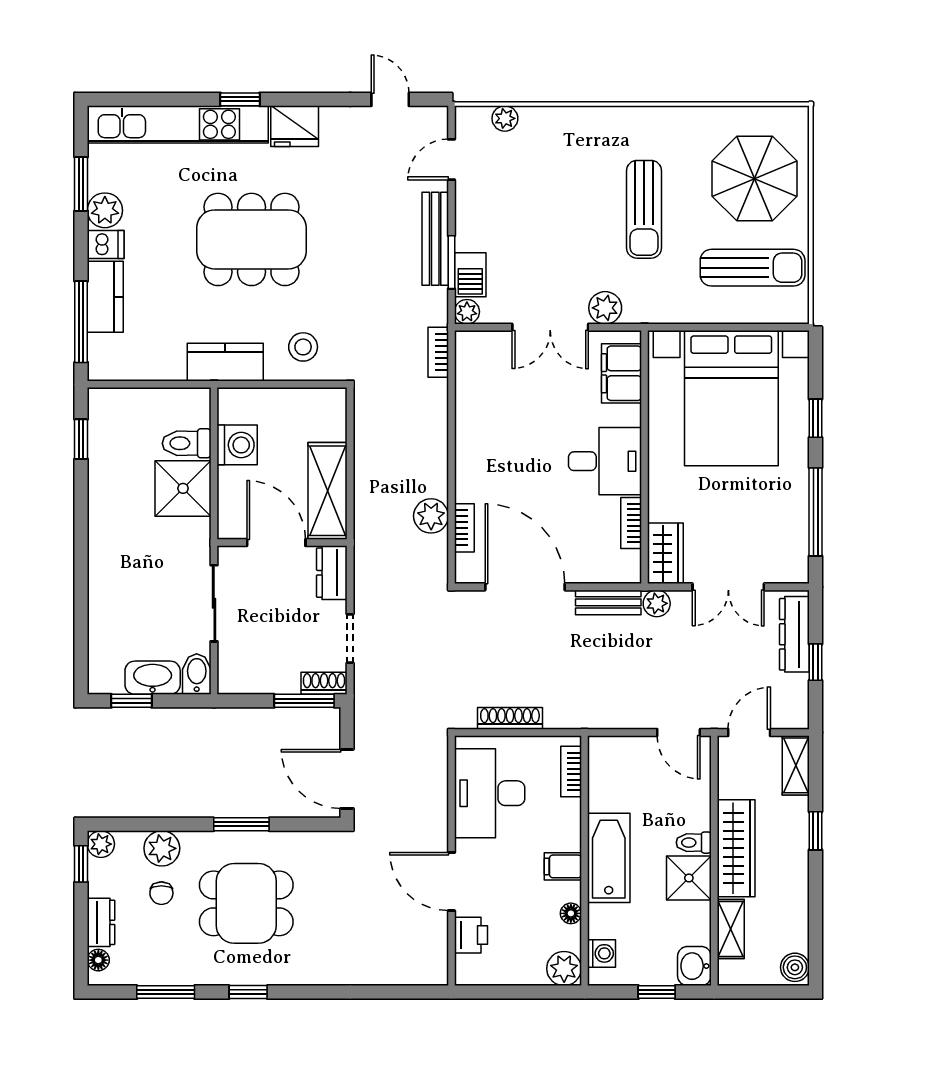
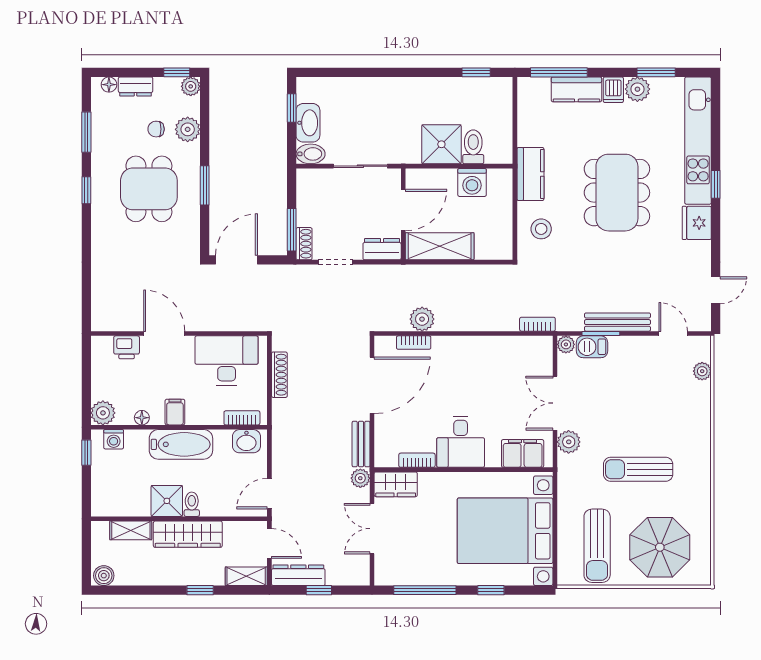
dresser: (794, 634) -> (298, 575), moved
door: (451, 882) -> (164, 334), hinge flipped
washbasin: (694, 966) -> (246, 441), moved, turned 180
window: (657, 992) -> (86, 453), moved

